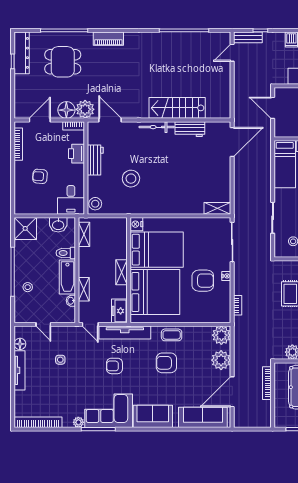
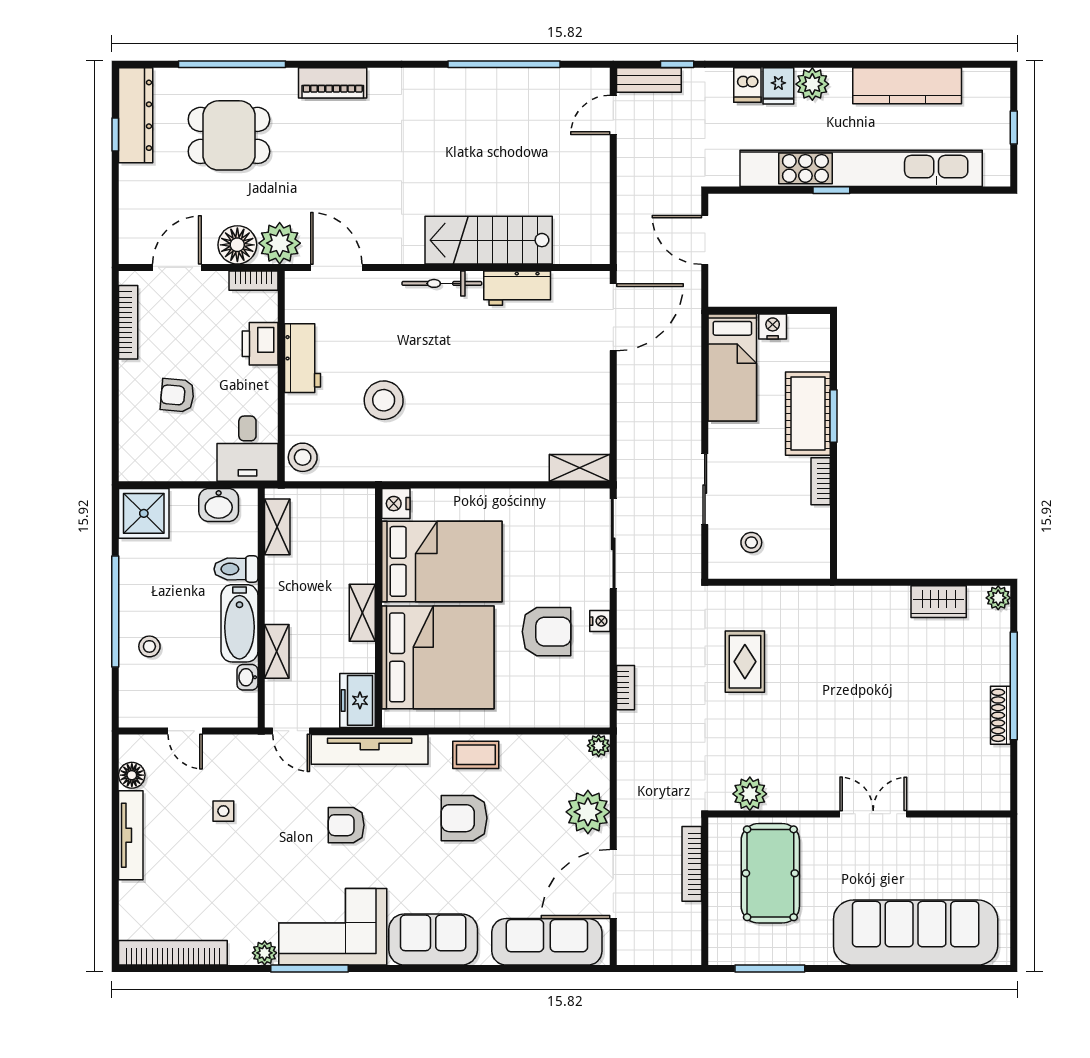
plant: (221, 335) -> (599, 746), width x0.53, depth x0.53

